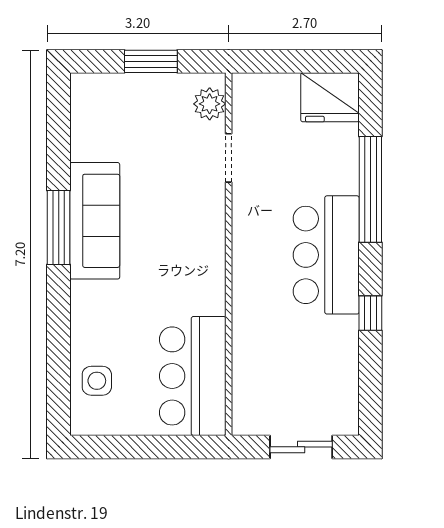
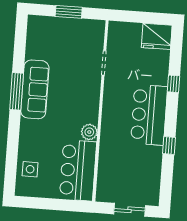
plant: (210, 104) -> (89, 132), moved
window: (370, 189) -> (174, 84), width x0.32

